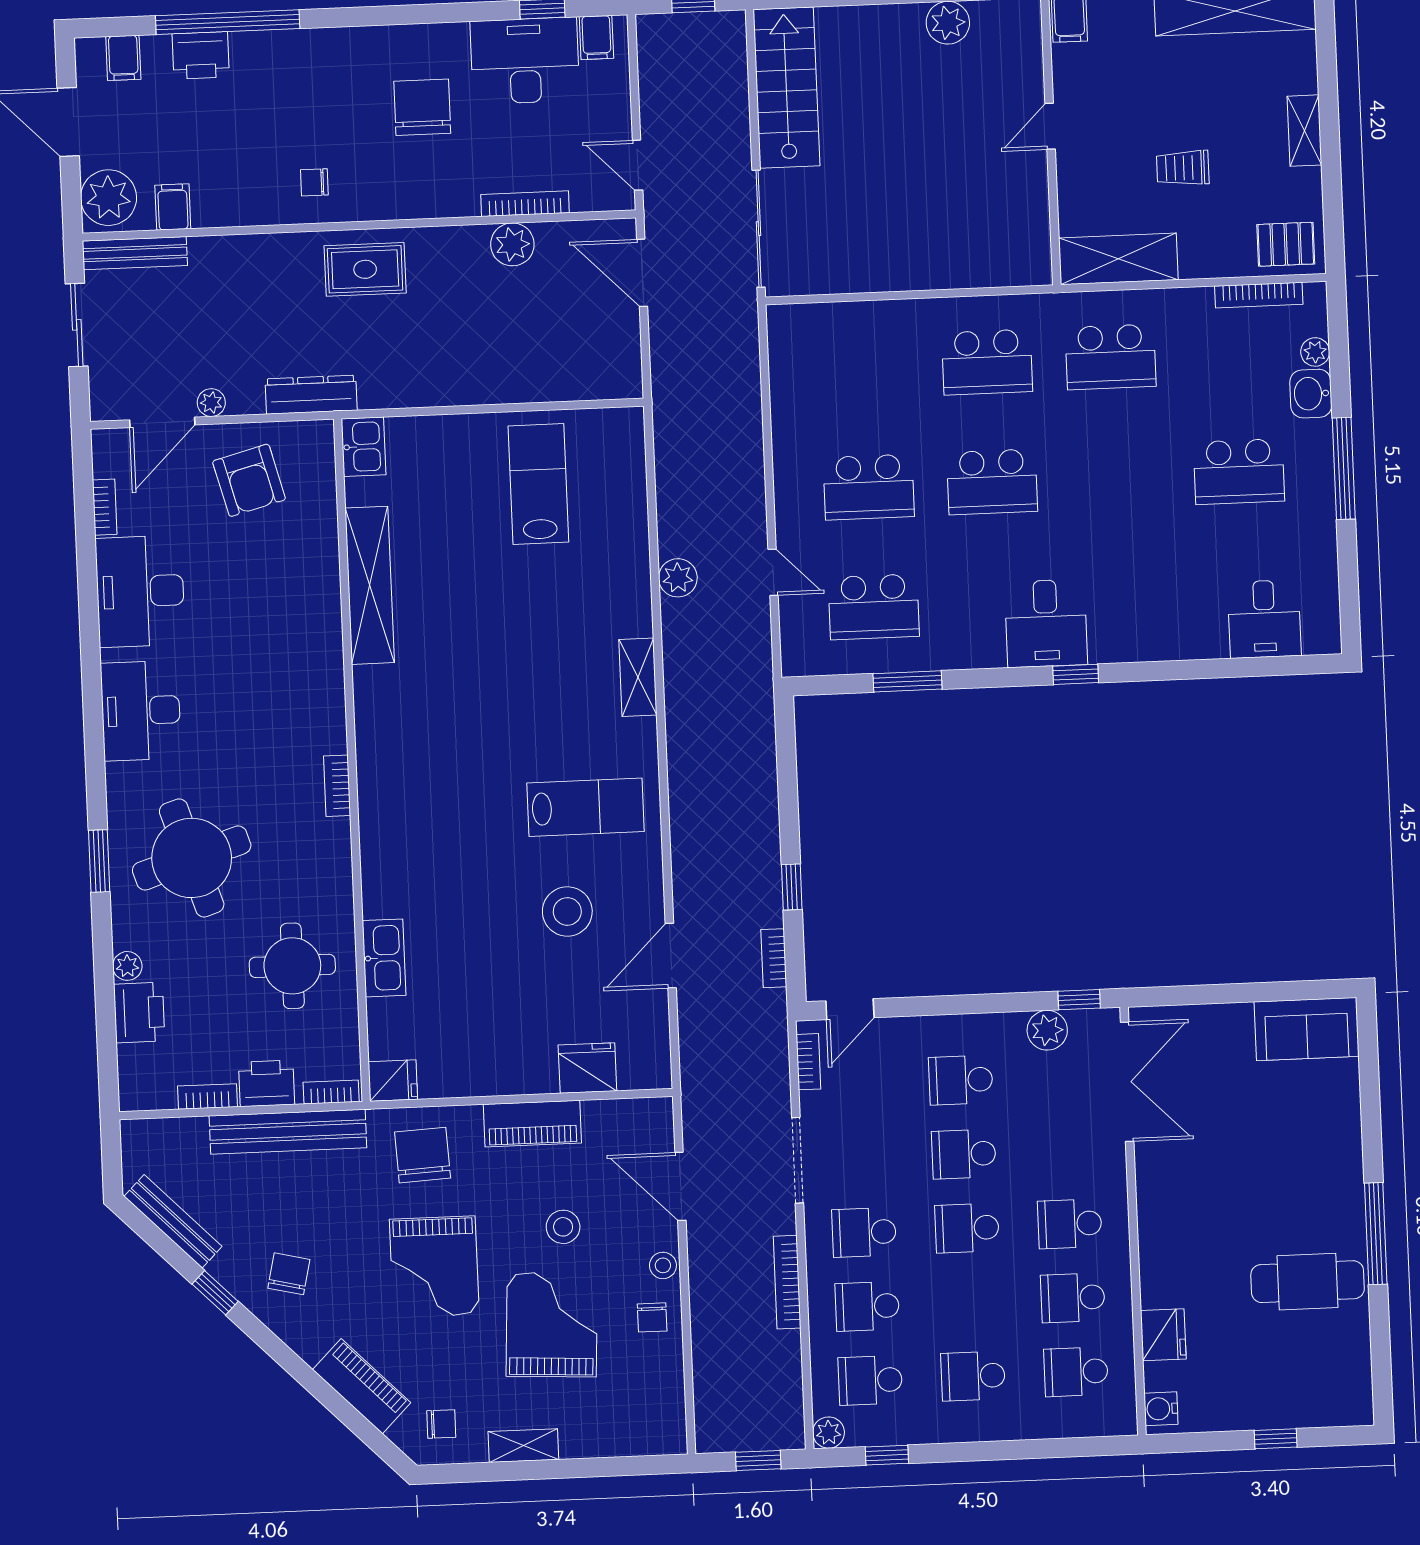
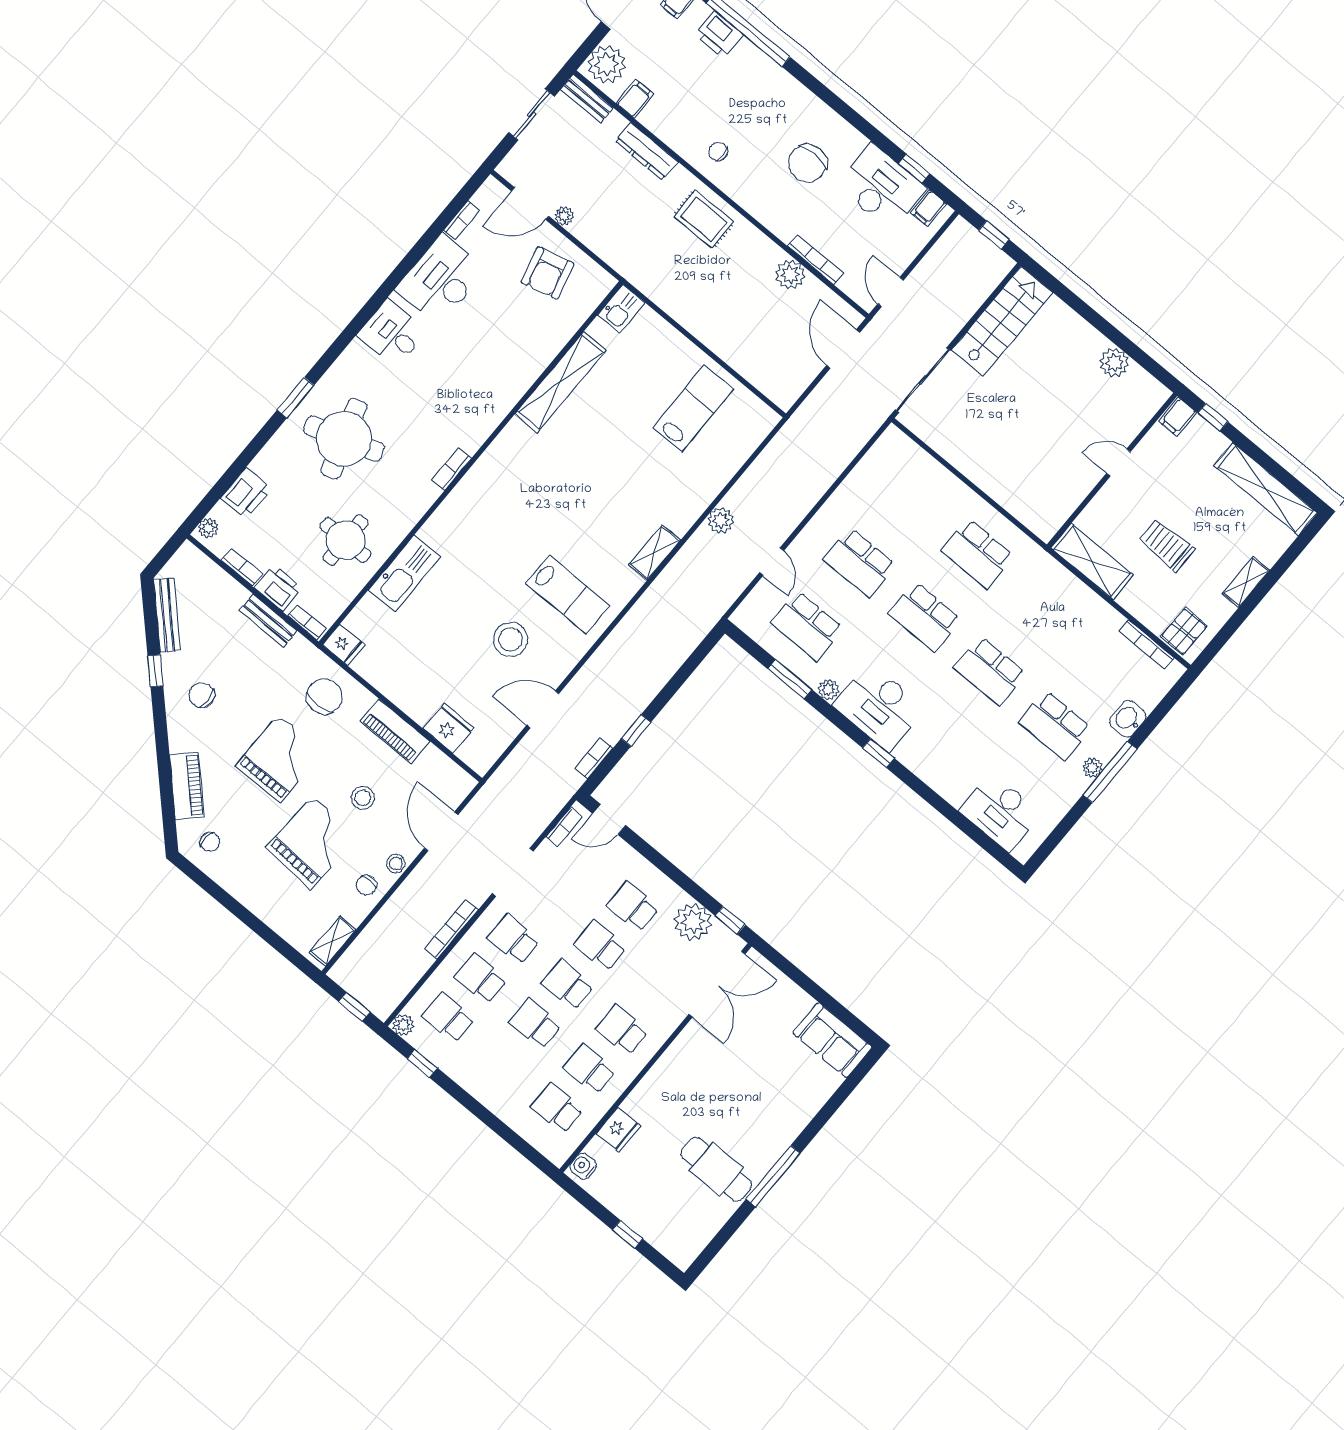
chair: (422, 107) -> (808, 163), turned 180
trolley: (1183, 168) -> (1167, 545), width x1.36, depth x1.39
pallet: (1286, 244) -> (1184, 631), turned 90
bench: (135, 253) -> (587, 99), width x0.73
plant: (1315, 352) -> (1092, 768), moved
school desk: (1111, 357) -> (990, 671), moved
dresser: (311, 395) -> (647, 151), moved, turned 180
desk: (1264, 619) -> (1000, 812), width x1.37
desk: (1046, 623) -> (879, 707), width x1.37
plant: (959, 655) -> (828, 689), added
desk: (141, 711) -> (392, 333), width x0.73
kitchen sink: (384, 958) -> (405, 573), width x1.36, depth x1.24
plant: (127, 966) -> (208, 528), moved
plant: (1047, 1030) -> (693, 922), width x1.36, depth x1.36
bench: (288, 1132) -> (268, 621), width x0.54, depth x0.82
grand piano: (434, 1267) -> (279, 759), turned 180
chair: (289, 1274) -> (202, 695), turned -103
school desk: (973, 1376) -> (535, 1024), moved
shelving: (523, 1446) -> (333, 941), moved, turned 90

